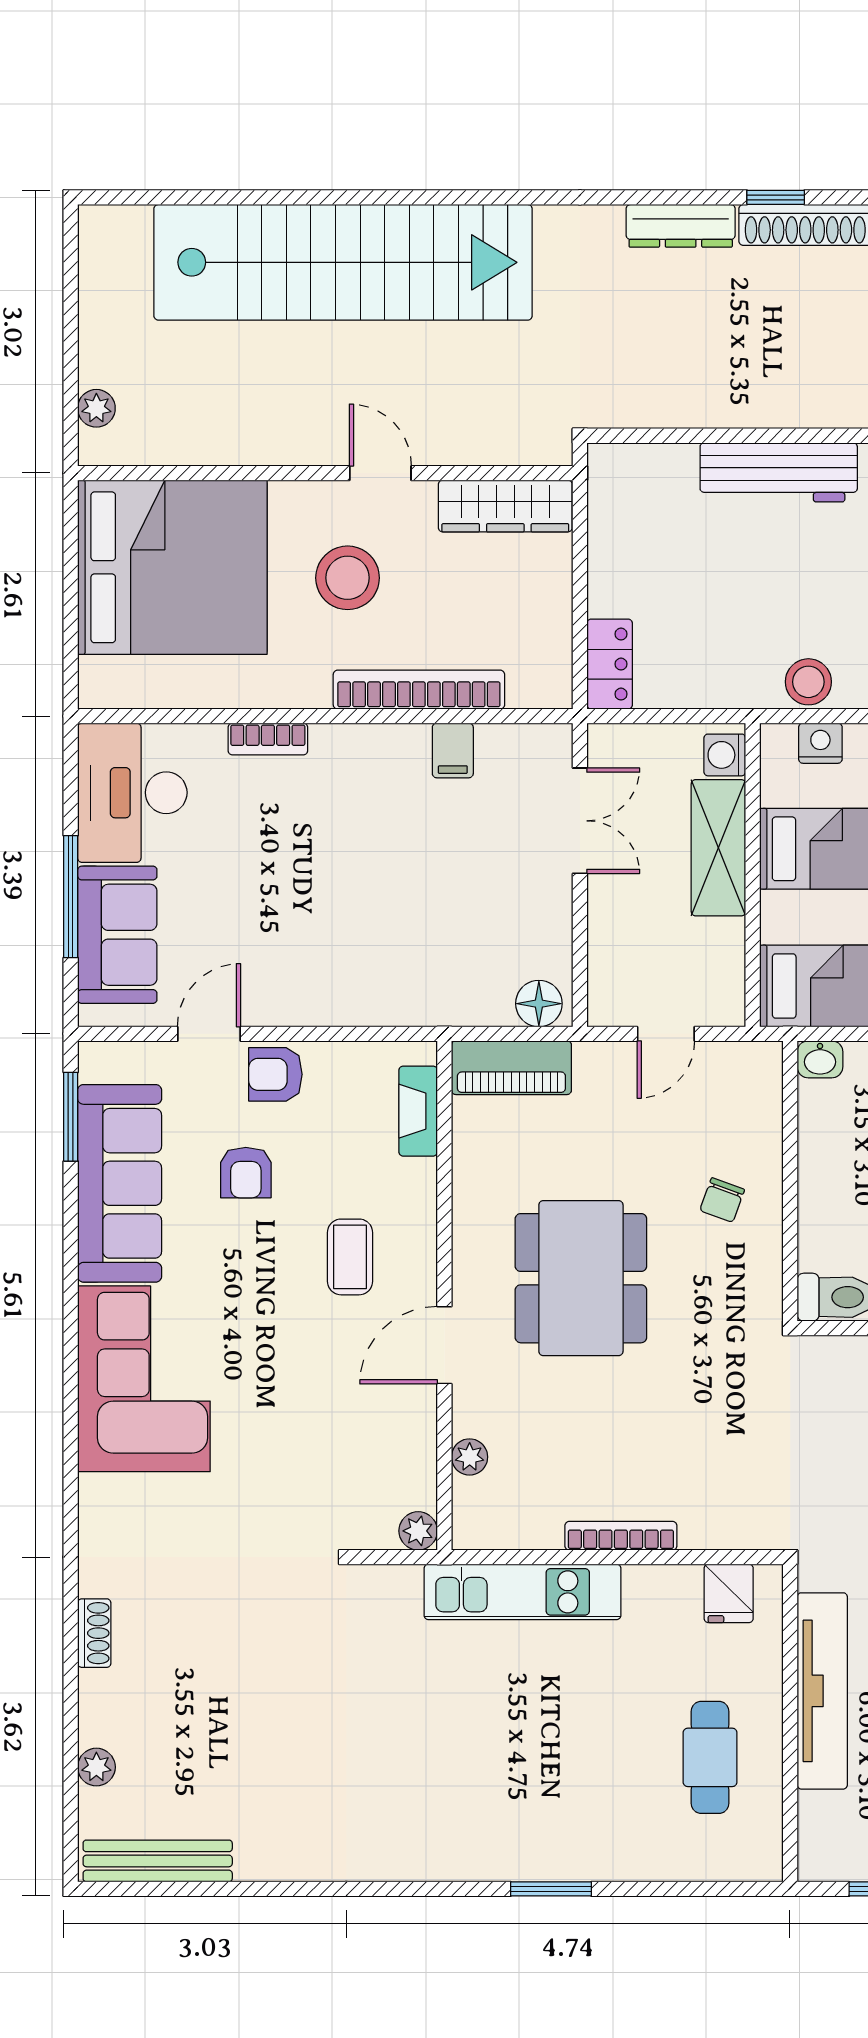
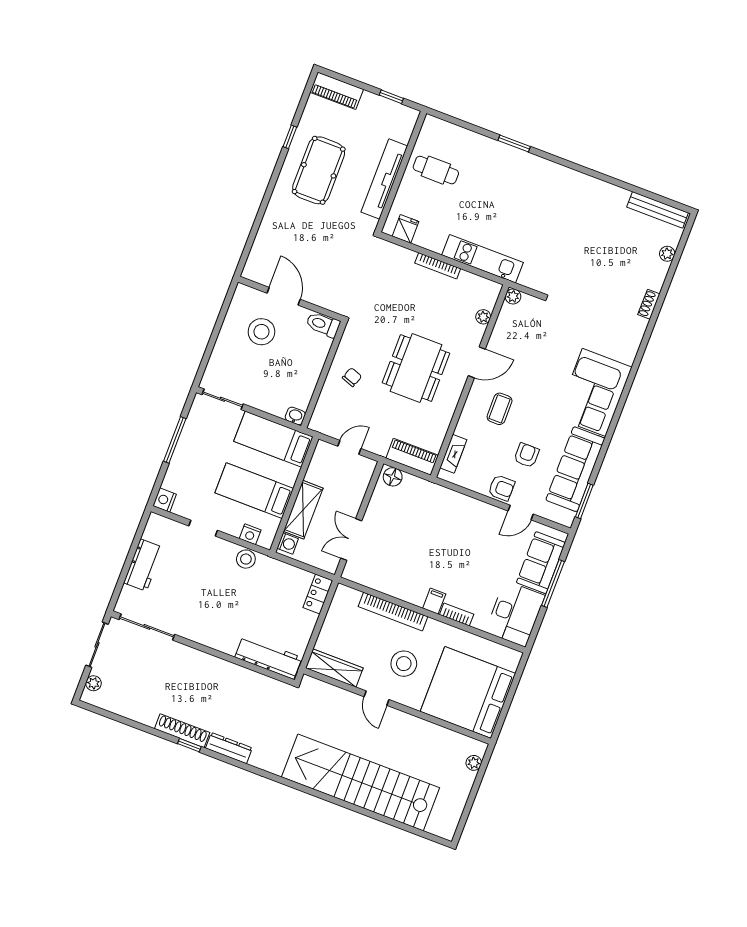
workbench: (779, 472) -> (268, 657), moved
filing cabinet: (453, 750) -> (434, 601), moved
cafe table: (710, 1757) -> (436, 170), turned 90

